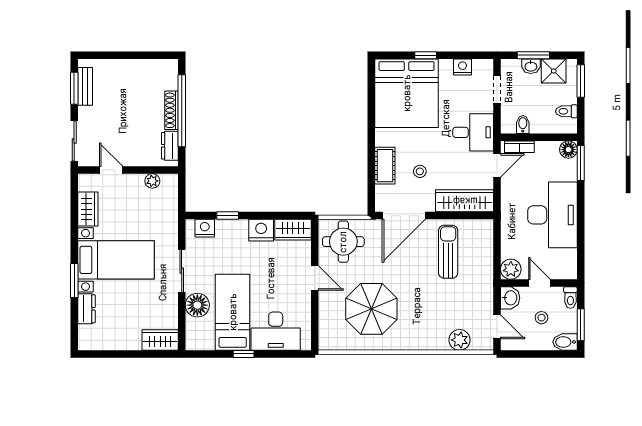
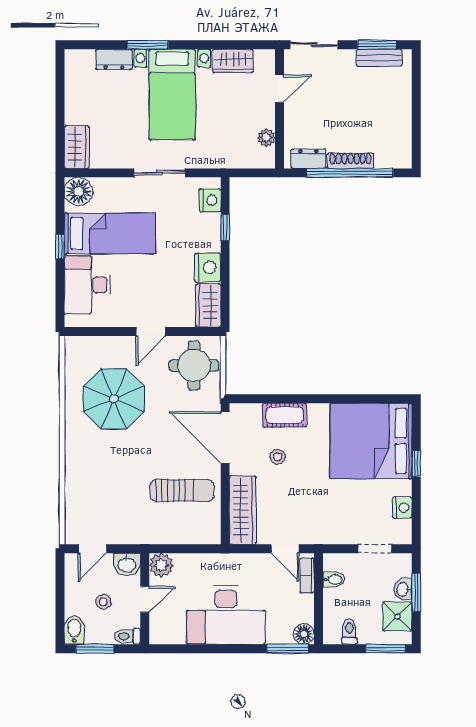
desk: (473, 132) -> (324, 520), removed
floor lamp: (197, 305) -> (79, 191), moved
plant: (460, 340) -> (77, 504), removed

